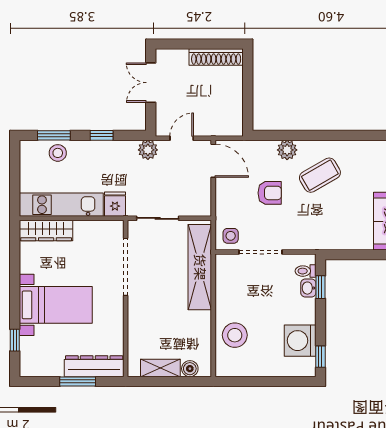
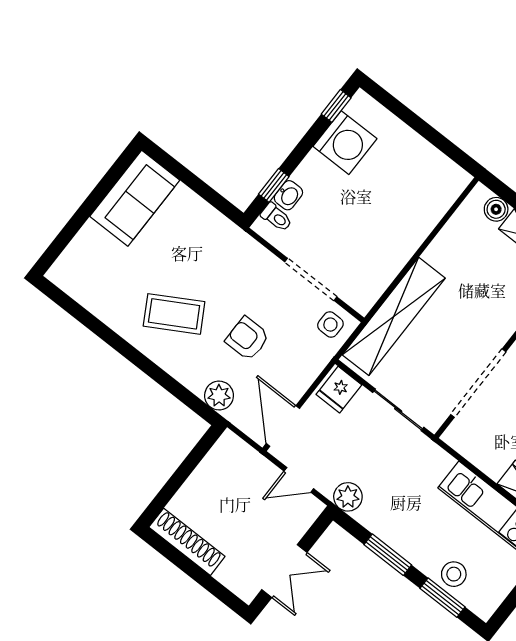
window: (102, 135) -> (388, 555), width x1.50
plant: (287, 150) -> (219, 396), moved
fridge: (115, 204) -> (339, 390), moved
stool: (235, 335) -> (415, 207), removed

